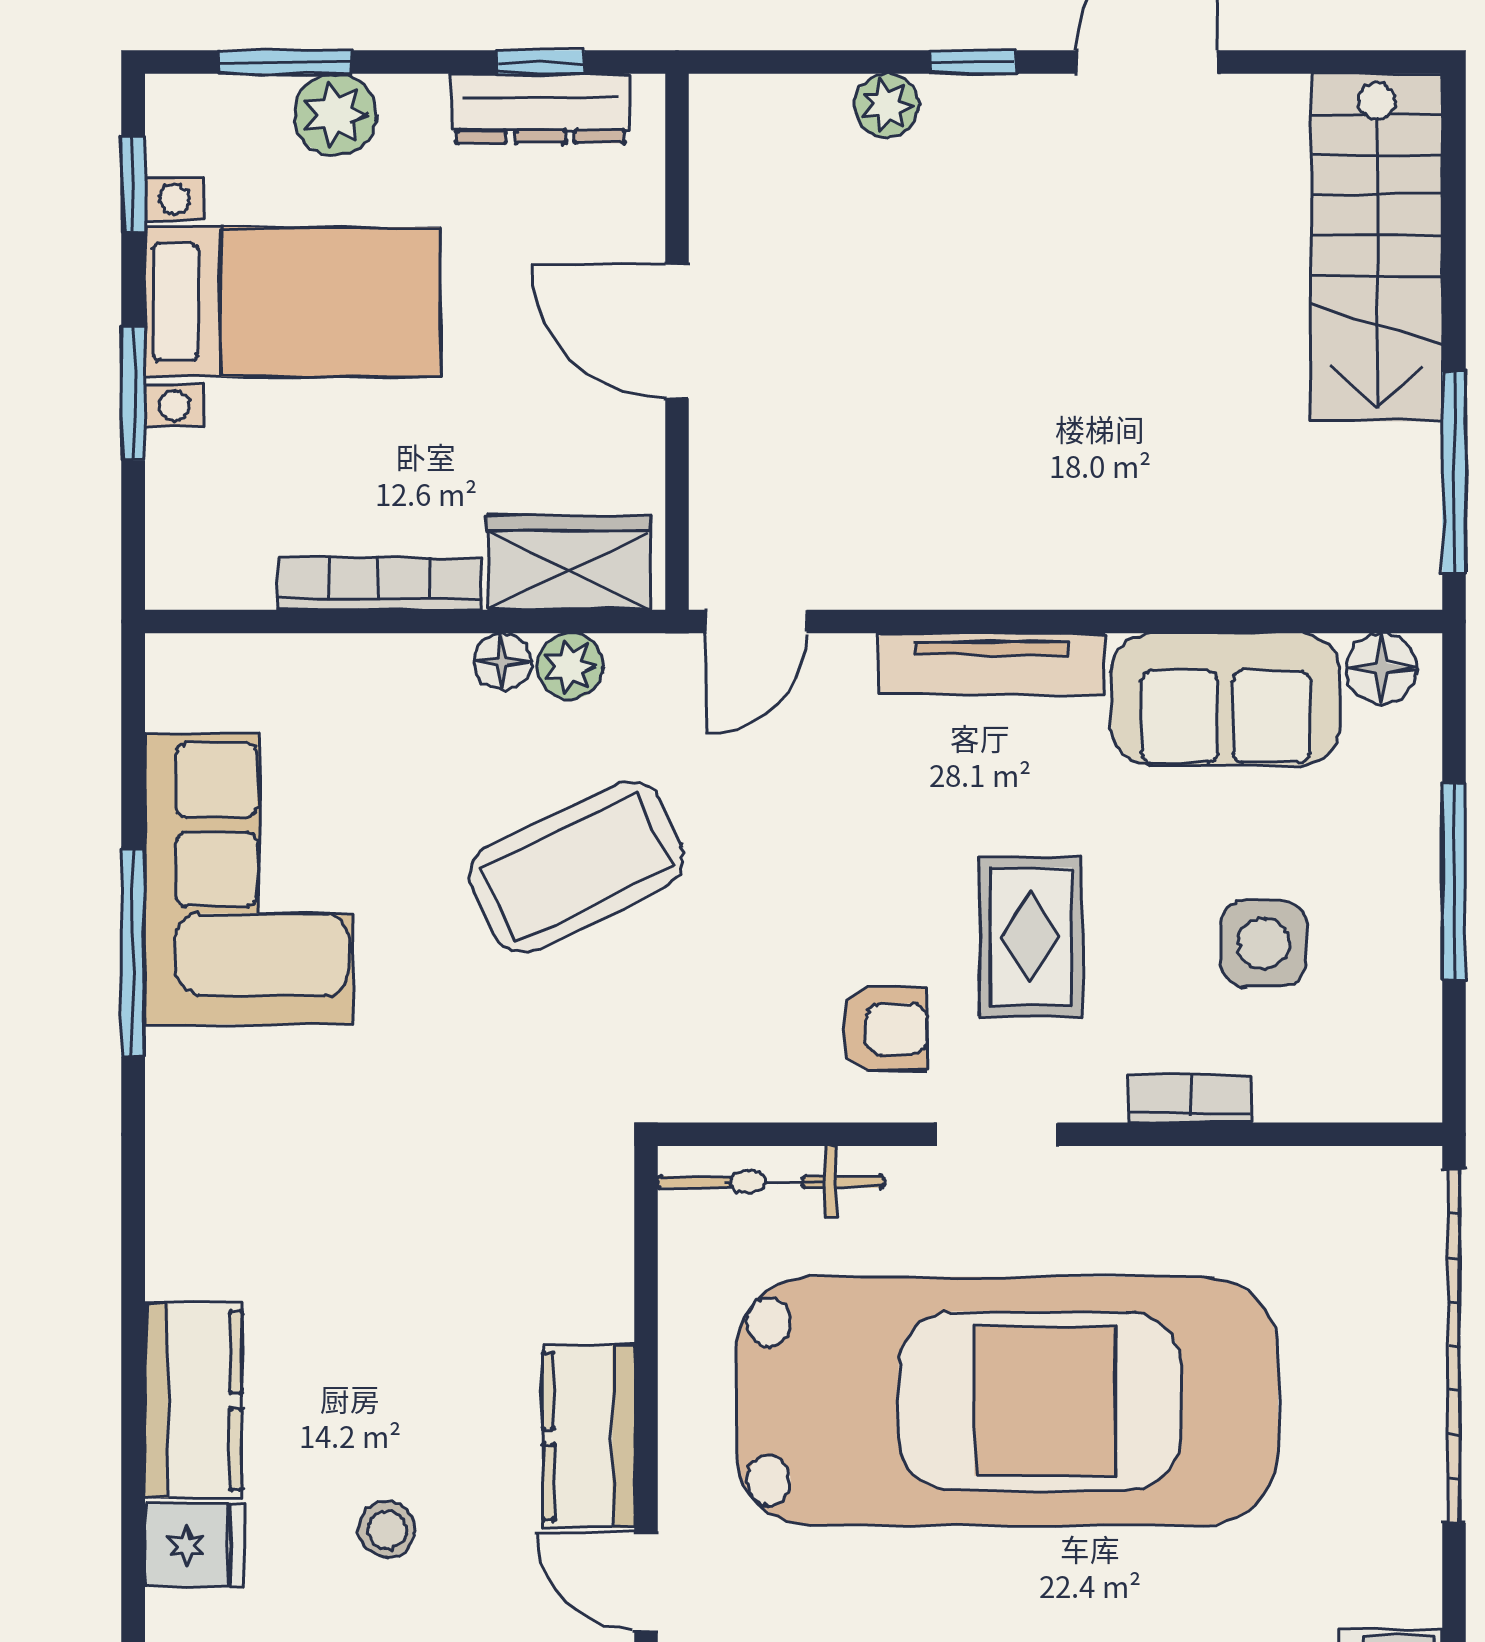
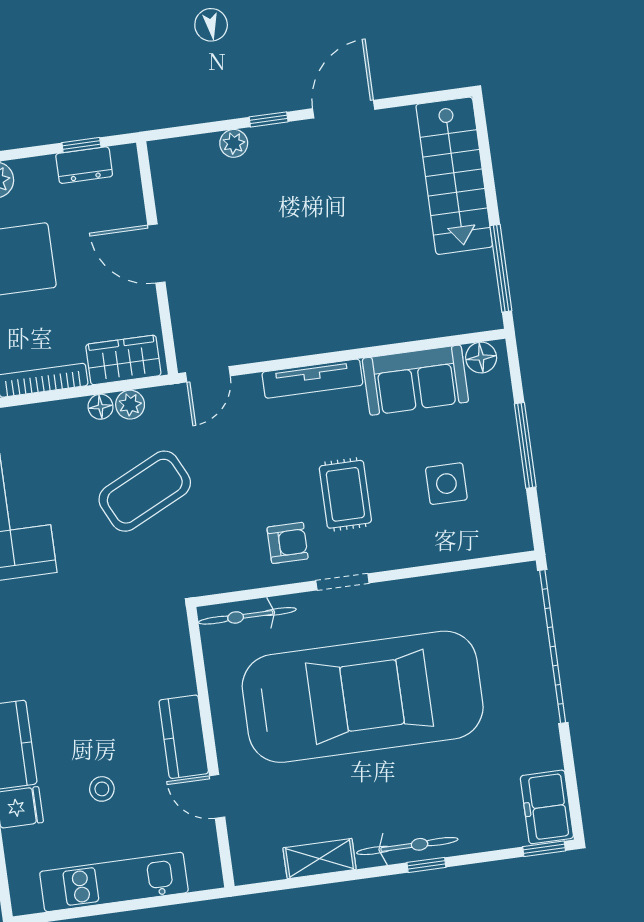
dresser: (540, 108) -> (84, 165), width x0.70
bookcase: (1190, 1098) -> (424, 555), removed

